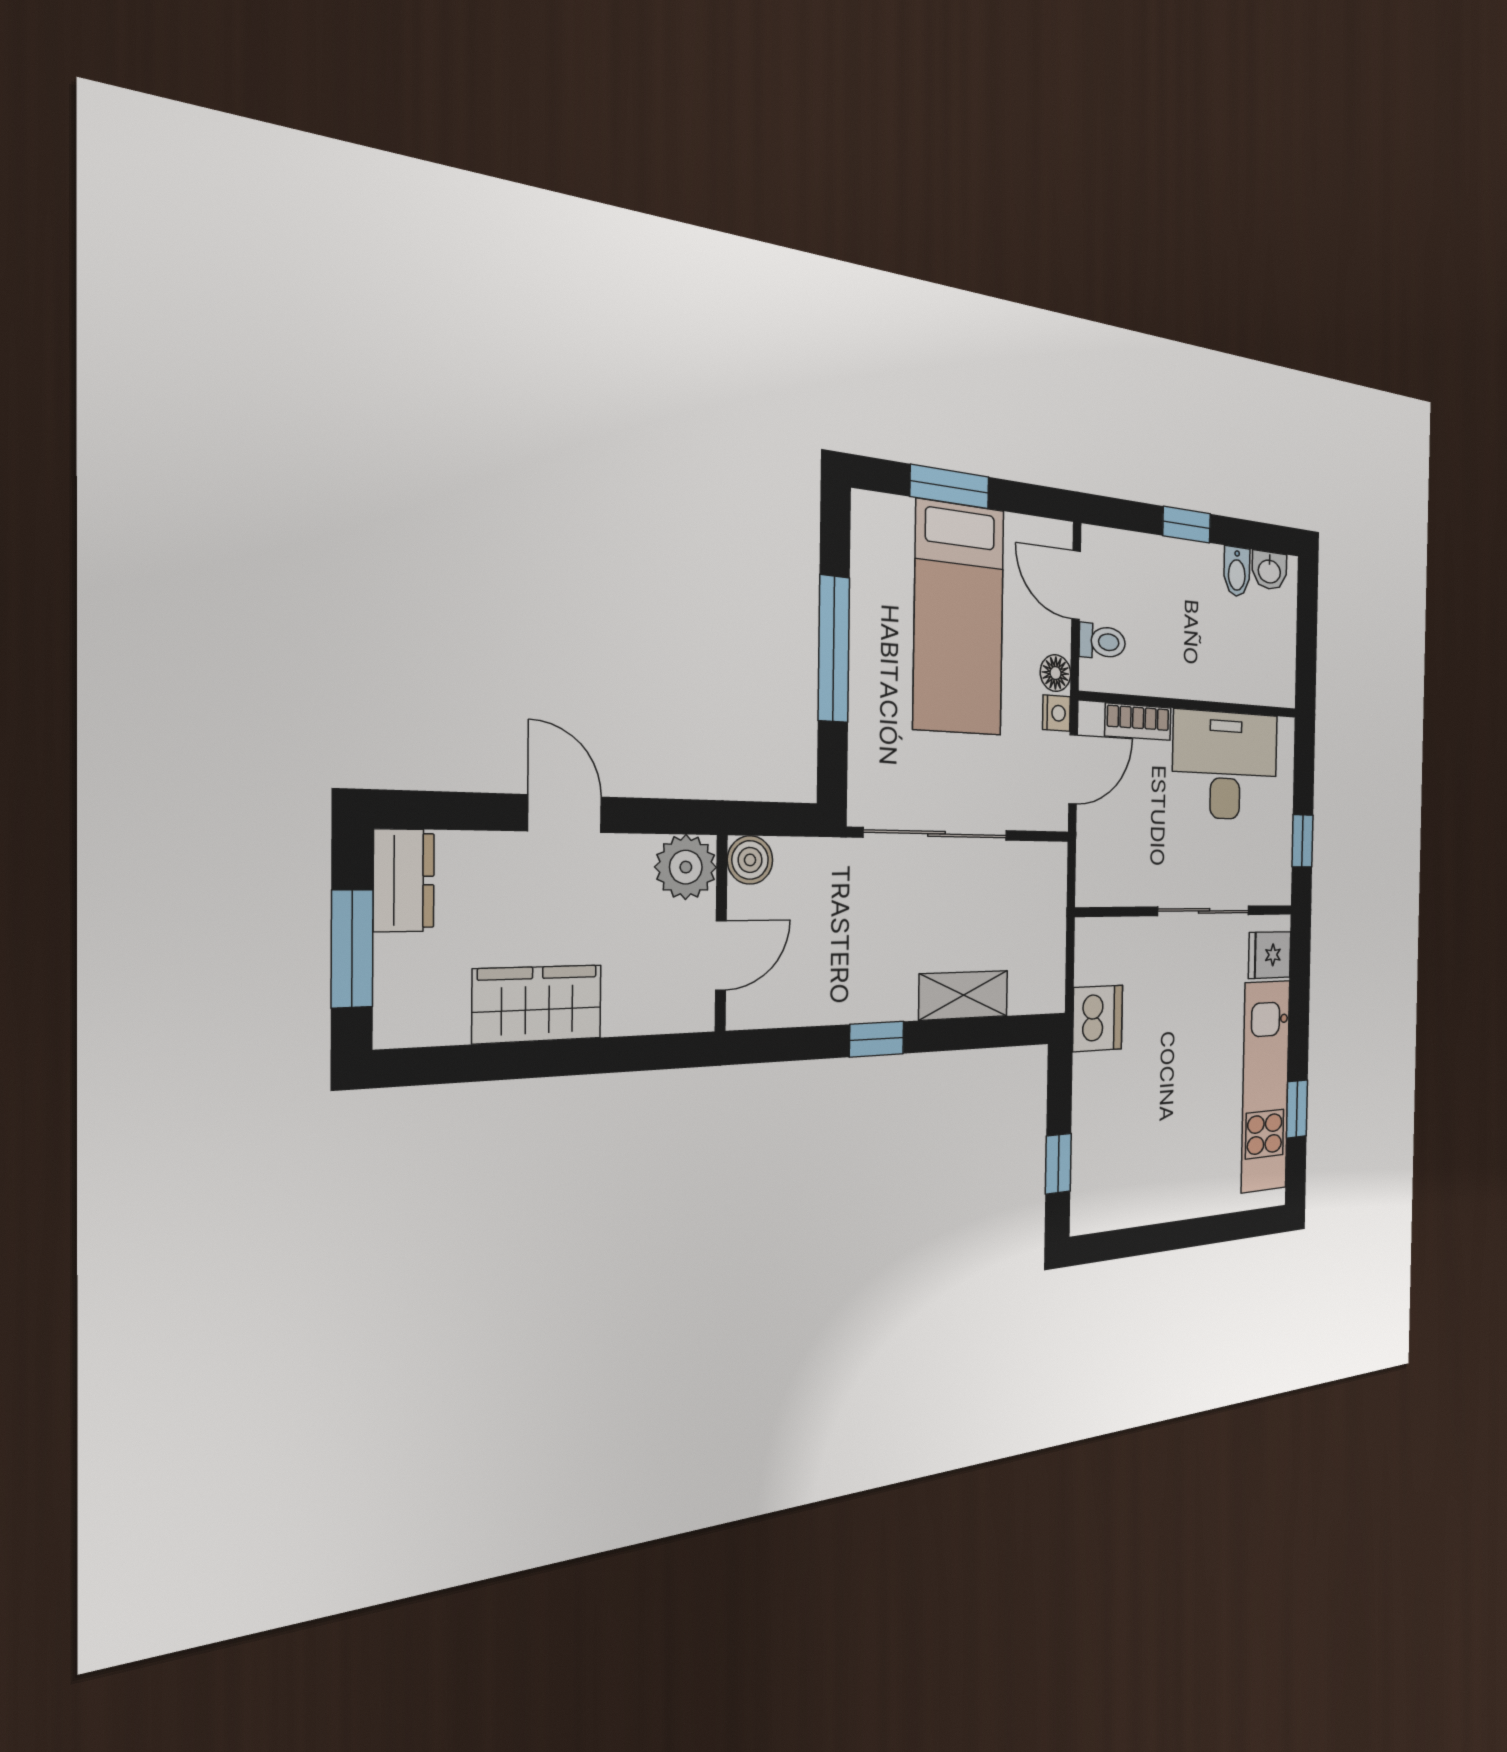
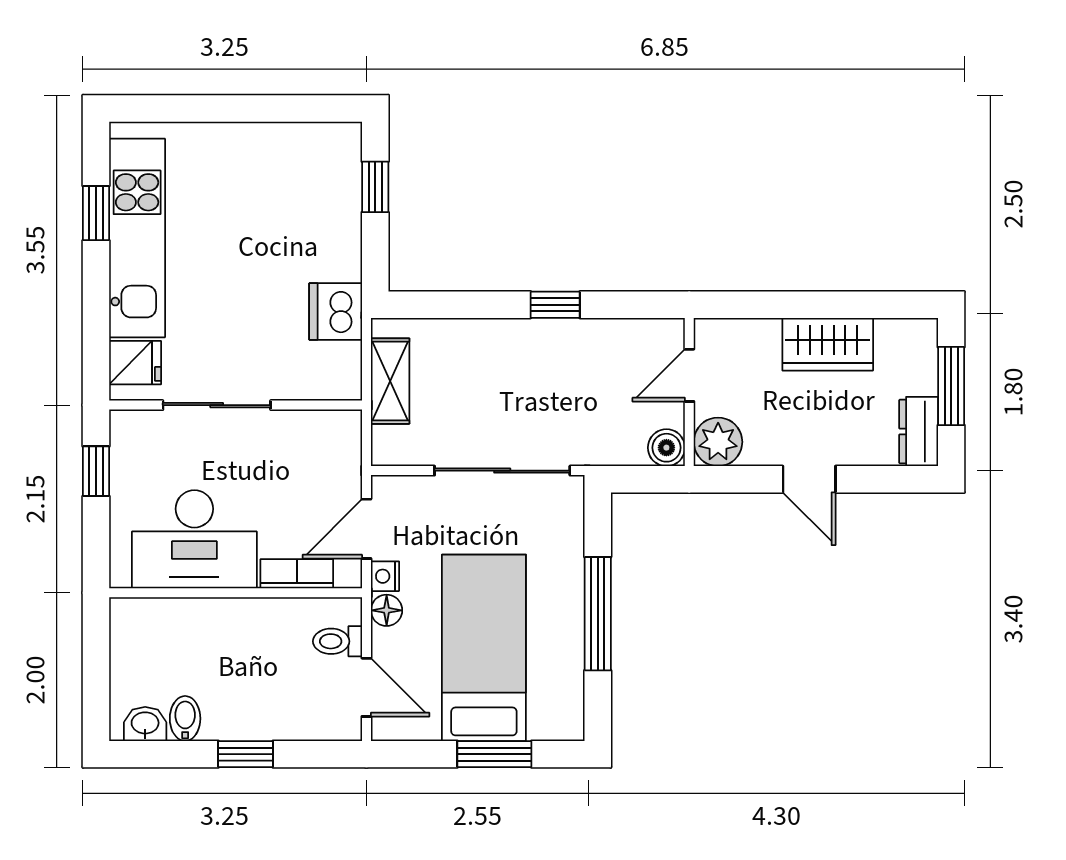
shelving: (964, 995) -> (390, 381), moved, turned 90

